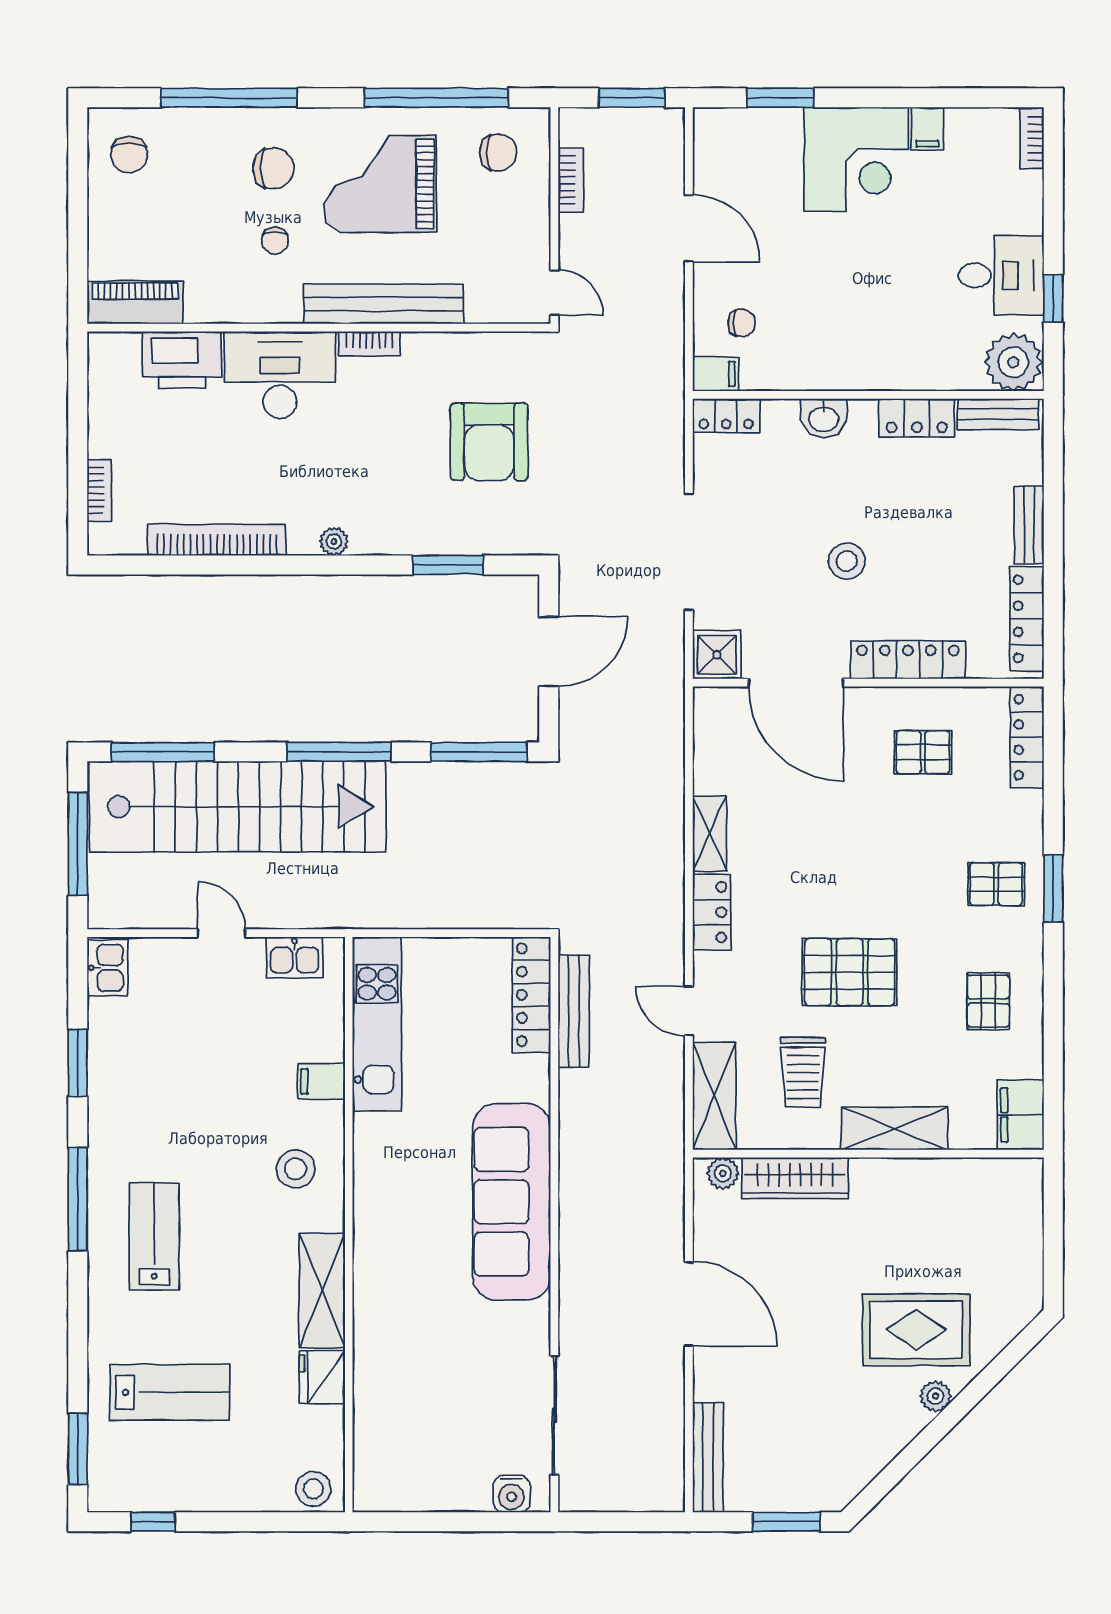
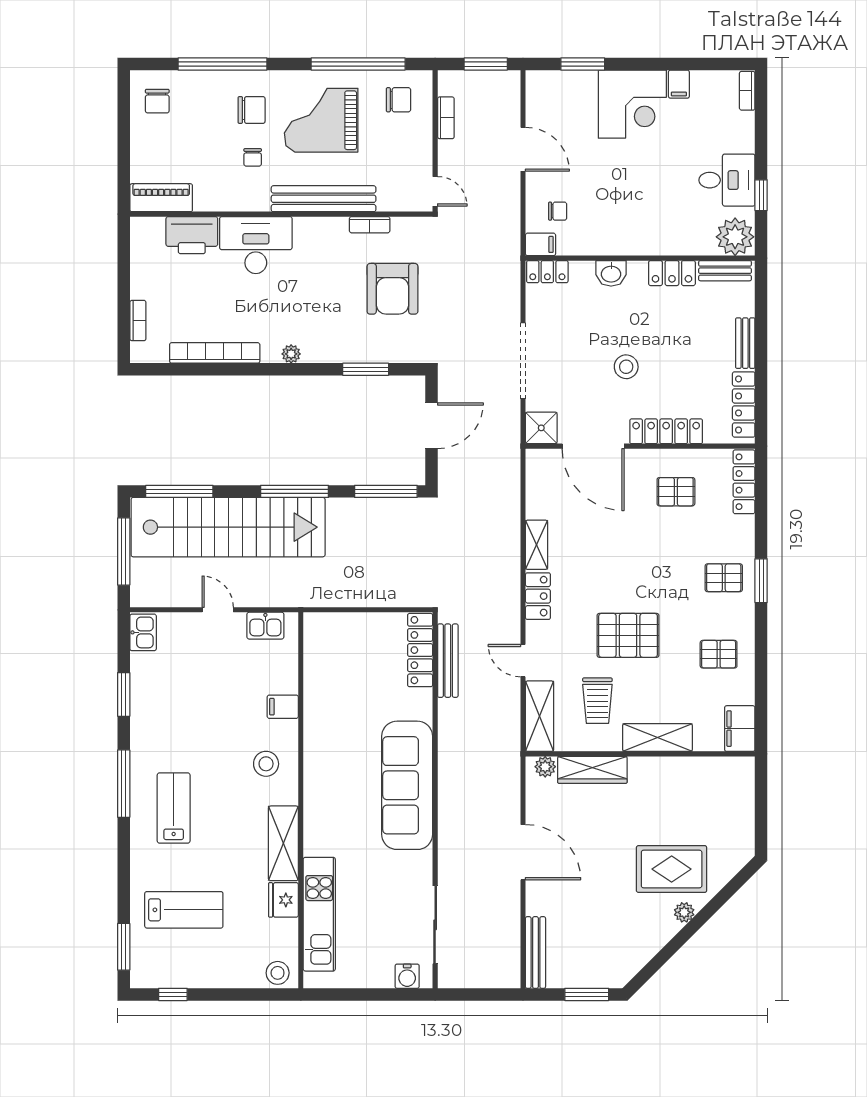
bookcase: (369, 344) -> (370, 225), moved
pallet: (988, 1001) -> (719, 654), turned 90
kitchen unit: (377, 1024) -> (319, 914), moved

